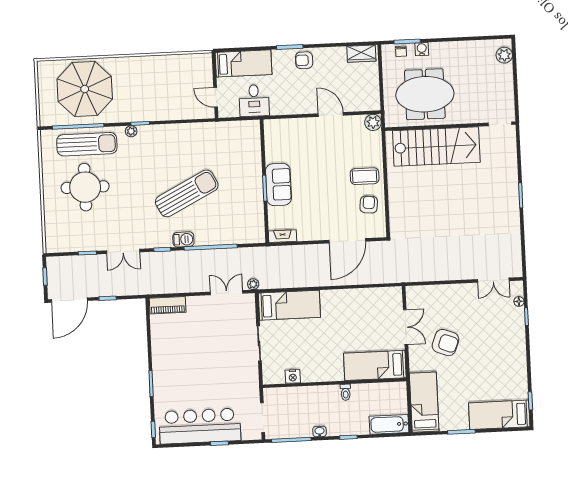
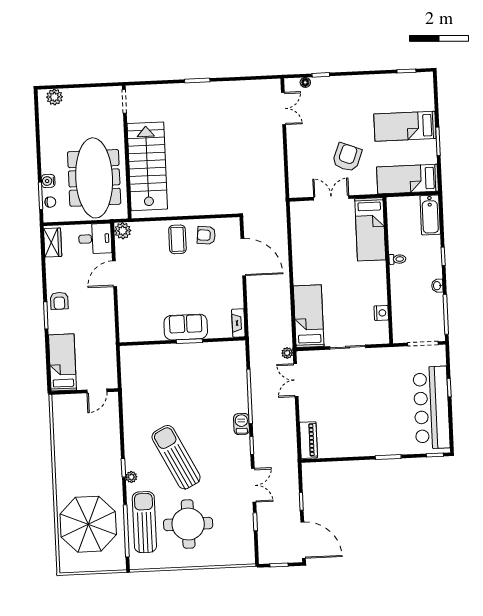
meeting table: (425, 94) -> (94, 178), width x1.36
desk: (254, 101) -> (95, 239), moved
sun lounger: (187, 193) -> (176, 457), moved
bed: (499, 415) -> (405, 126), moved, turned 90

